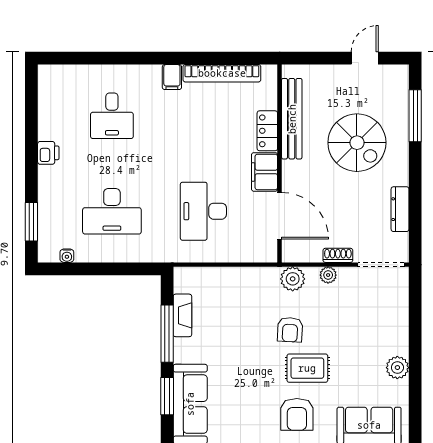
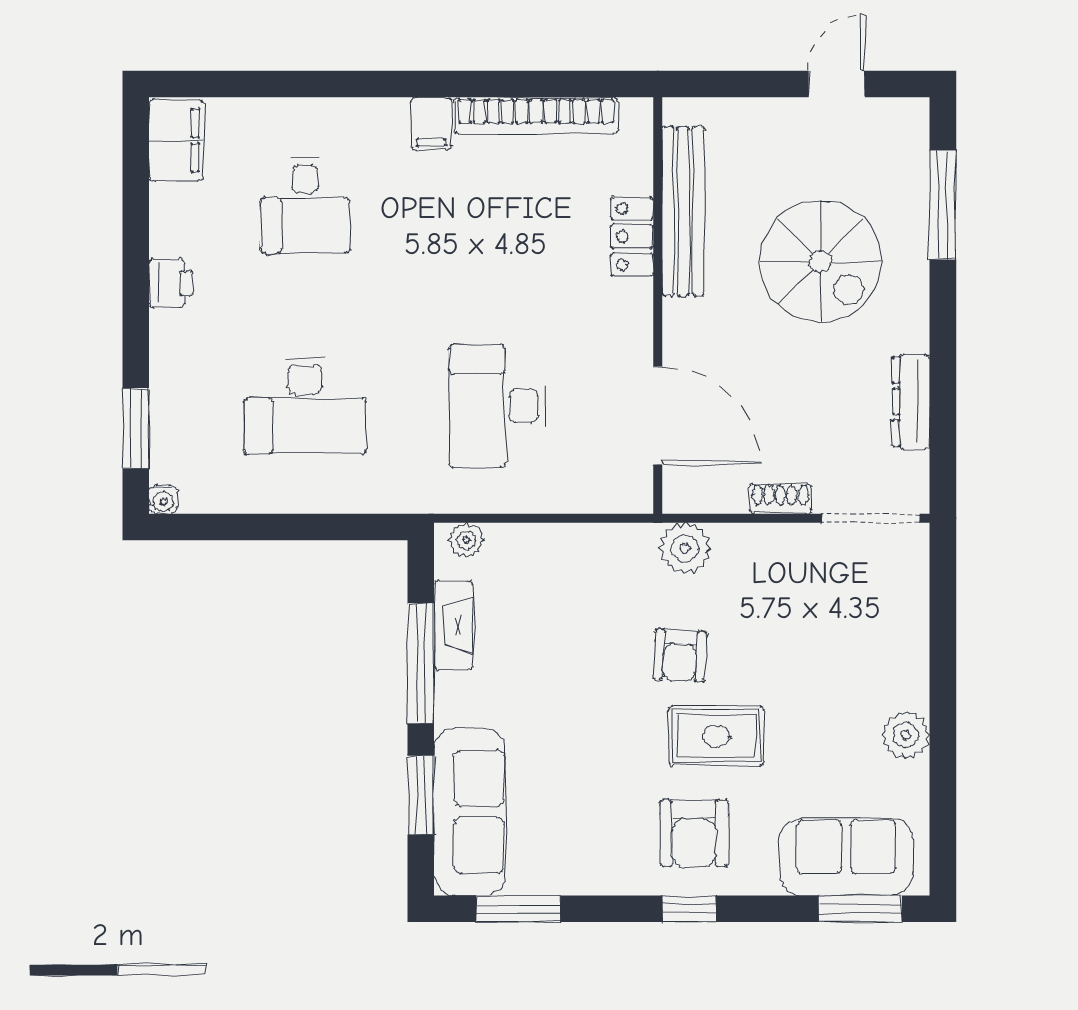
filing cabinet: (265, 172) -> (176, 140), moved, turned 180
water cooler: (67, 256) -> (163, 499), moved
plant: (328, 275) -> (467, 540), moved

